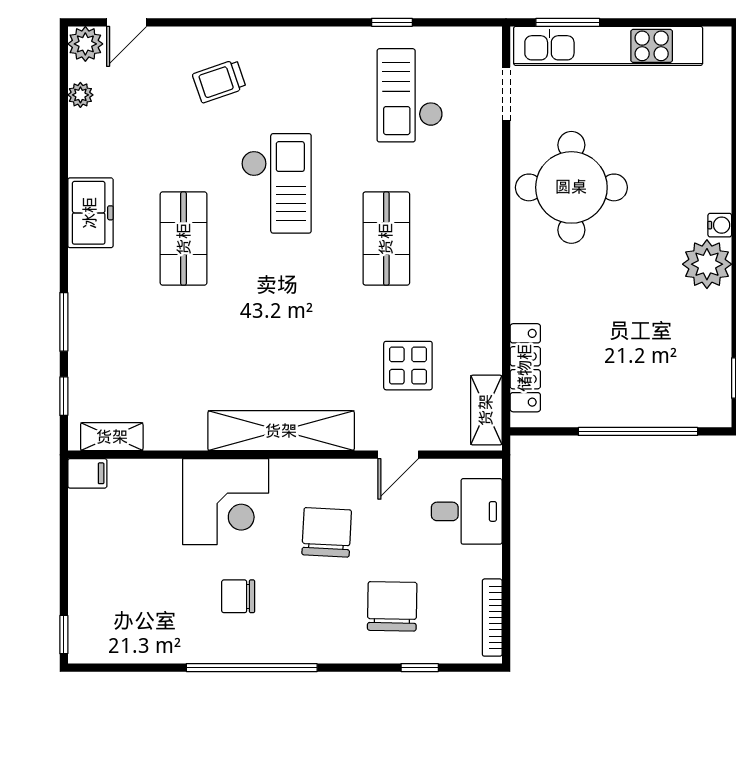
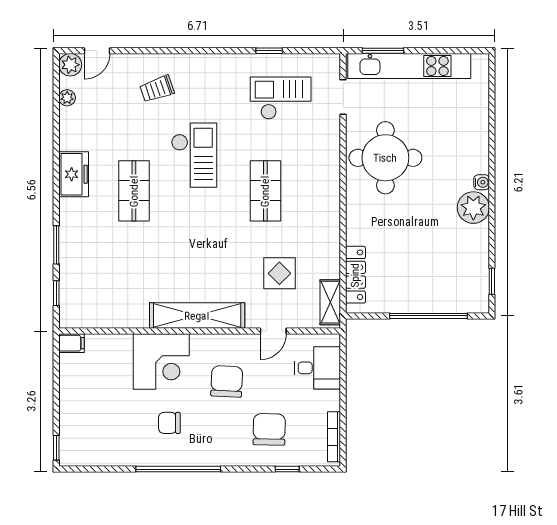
checkout: (410, 95) -> (281, 98), turned 90
shelving: (112, 437) -> (87, 319), removed

